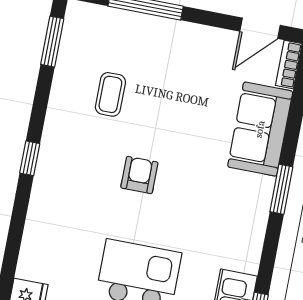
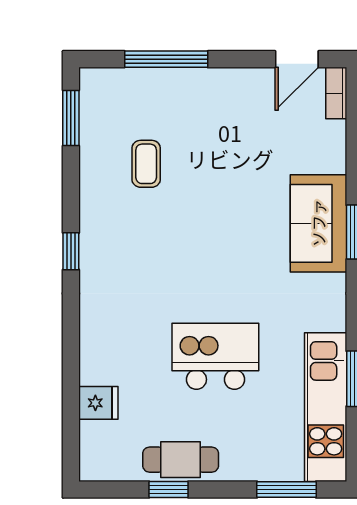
sofa: (260, 129) -> (318, 223), moved
armchair: (139, 175) -> (195, 246), removed

